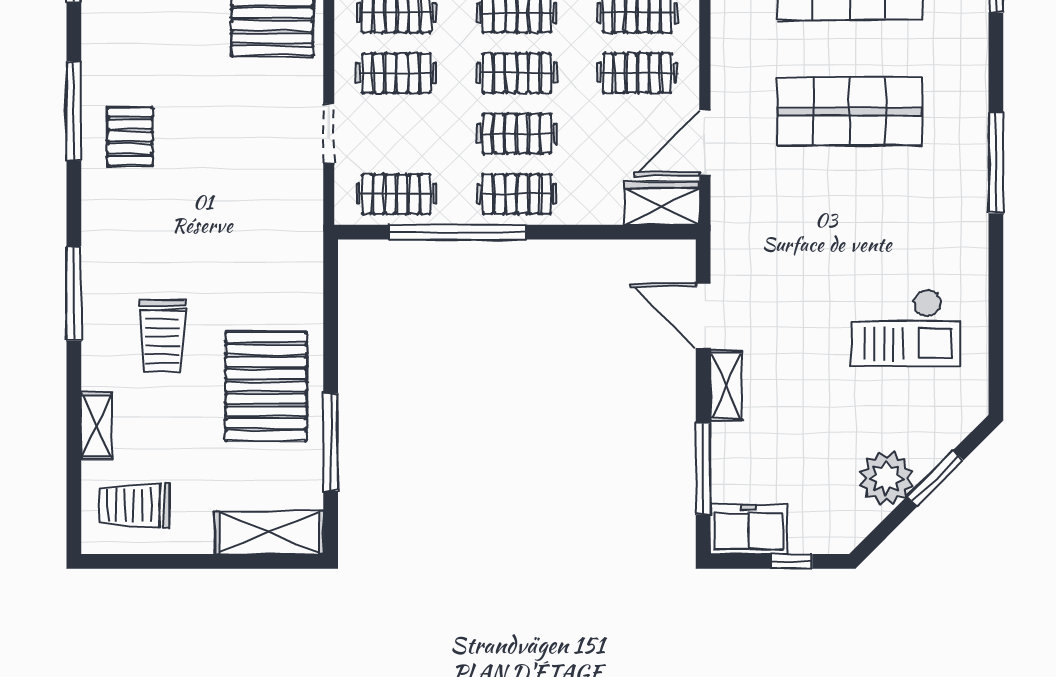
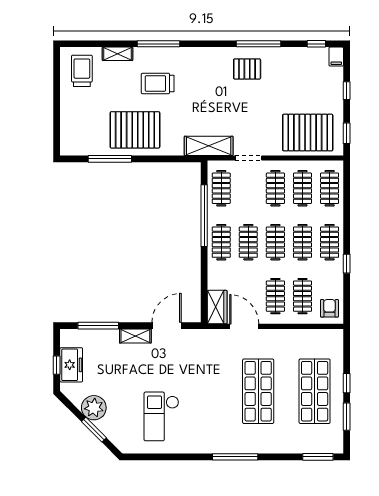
window: (74, 293) -> (159, 44), moved
freezer: (749, 529) -> (71, 365), moved
shelving: (269, 532) -> (209, 146), moved, turned 90

